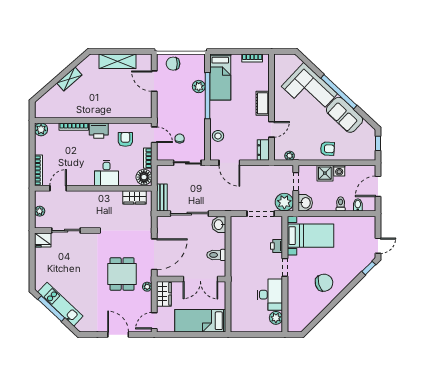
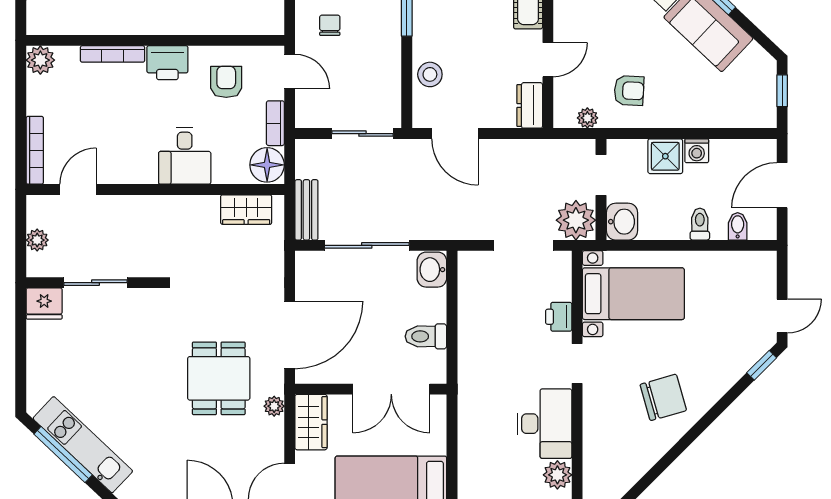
chair: (180, 138) -> (330, 25), moved
armchair: (327, 149) -> (629, 91), moved

